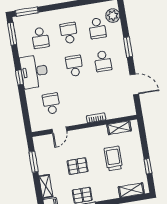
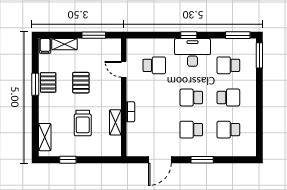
plant: (113, 16) -> (239, 149), removed
school desk: (74, 66) -> (191, 97), turned 180
shelving: (119, 128) -> (115, 122), moved
trolley: (113, 158) -> (83, 123), turned 90

